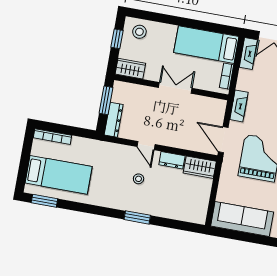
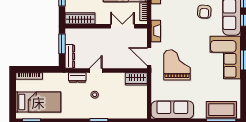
wardrobe: (130, 69) -> (80, 18), width x1.50
double door: (175, 88) -> (122, 26), moved
door: (146, 146) -> (96, 70), swing flipped
dresser: (172, 160) -> (77, 77), moved

